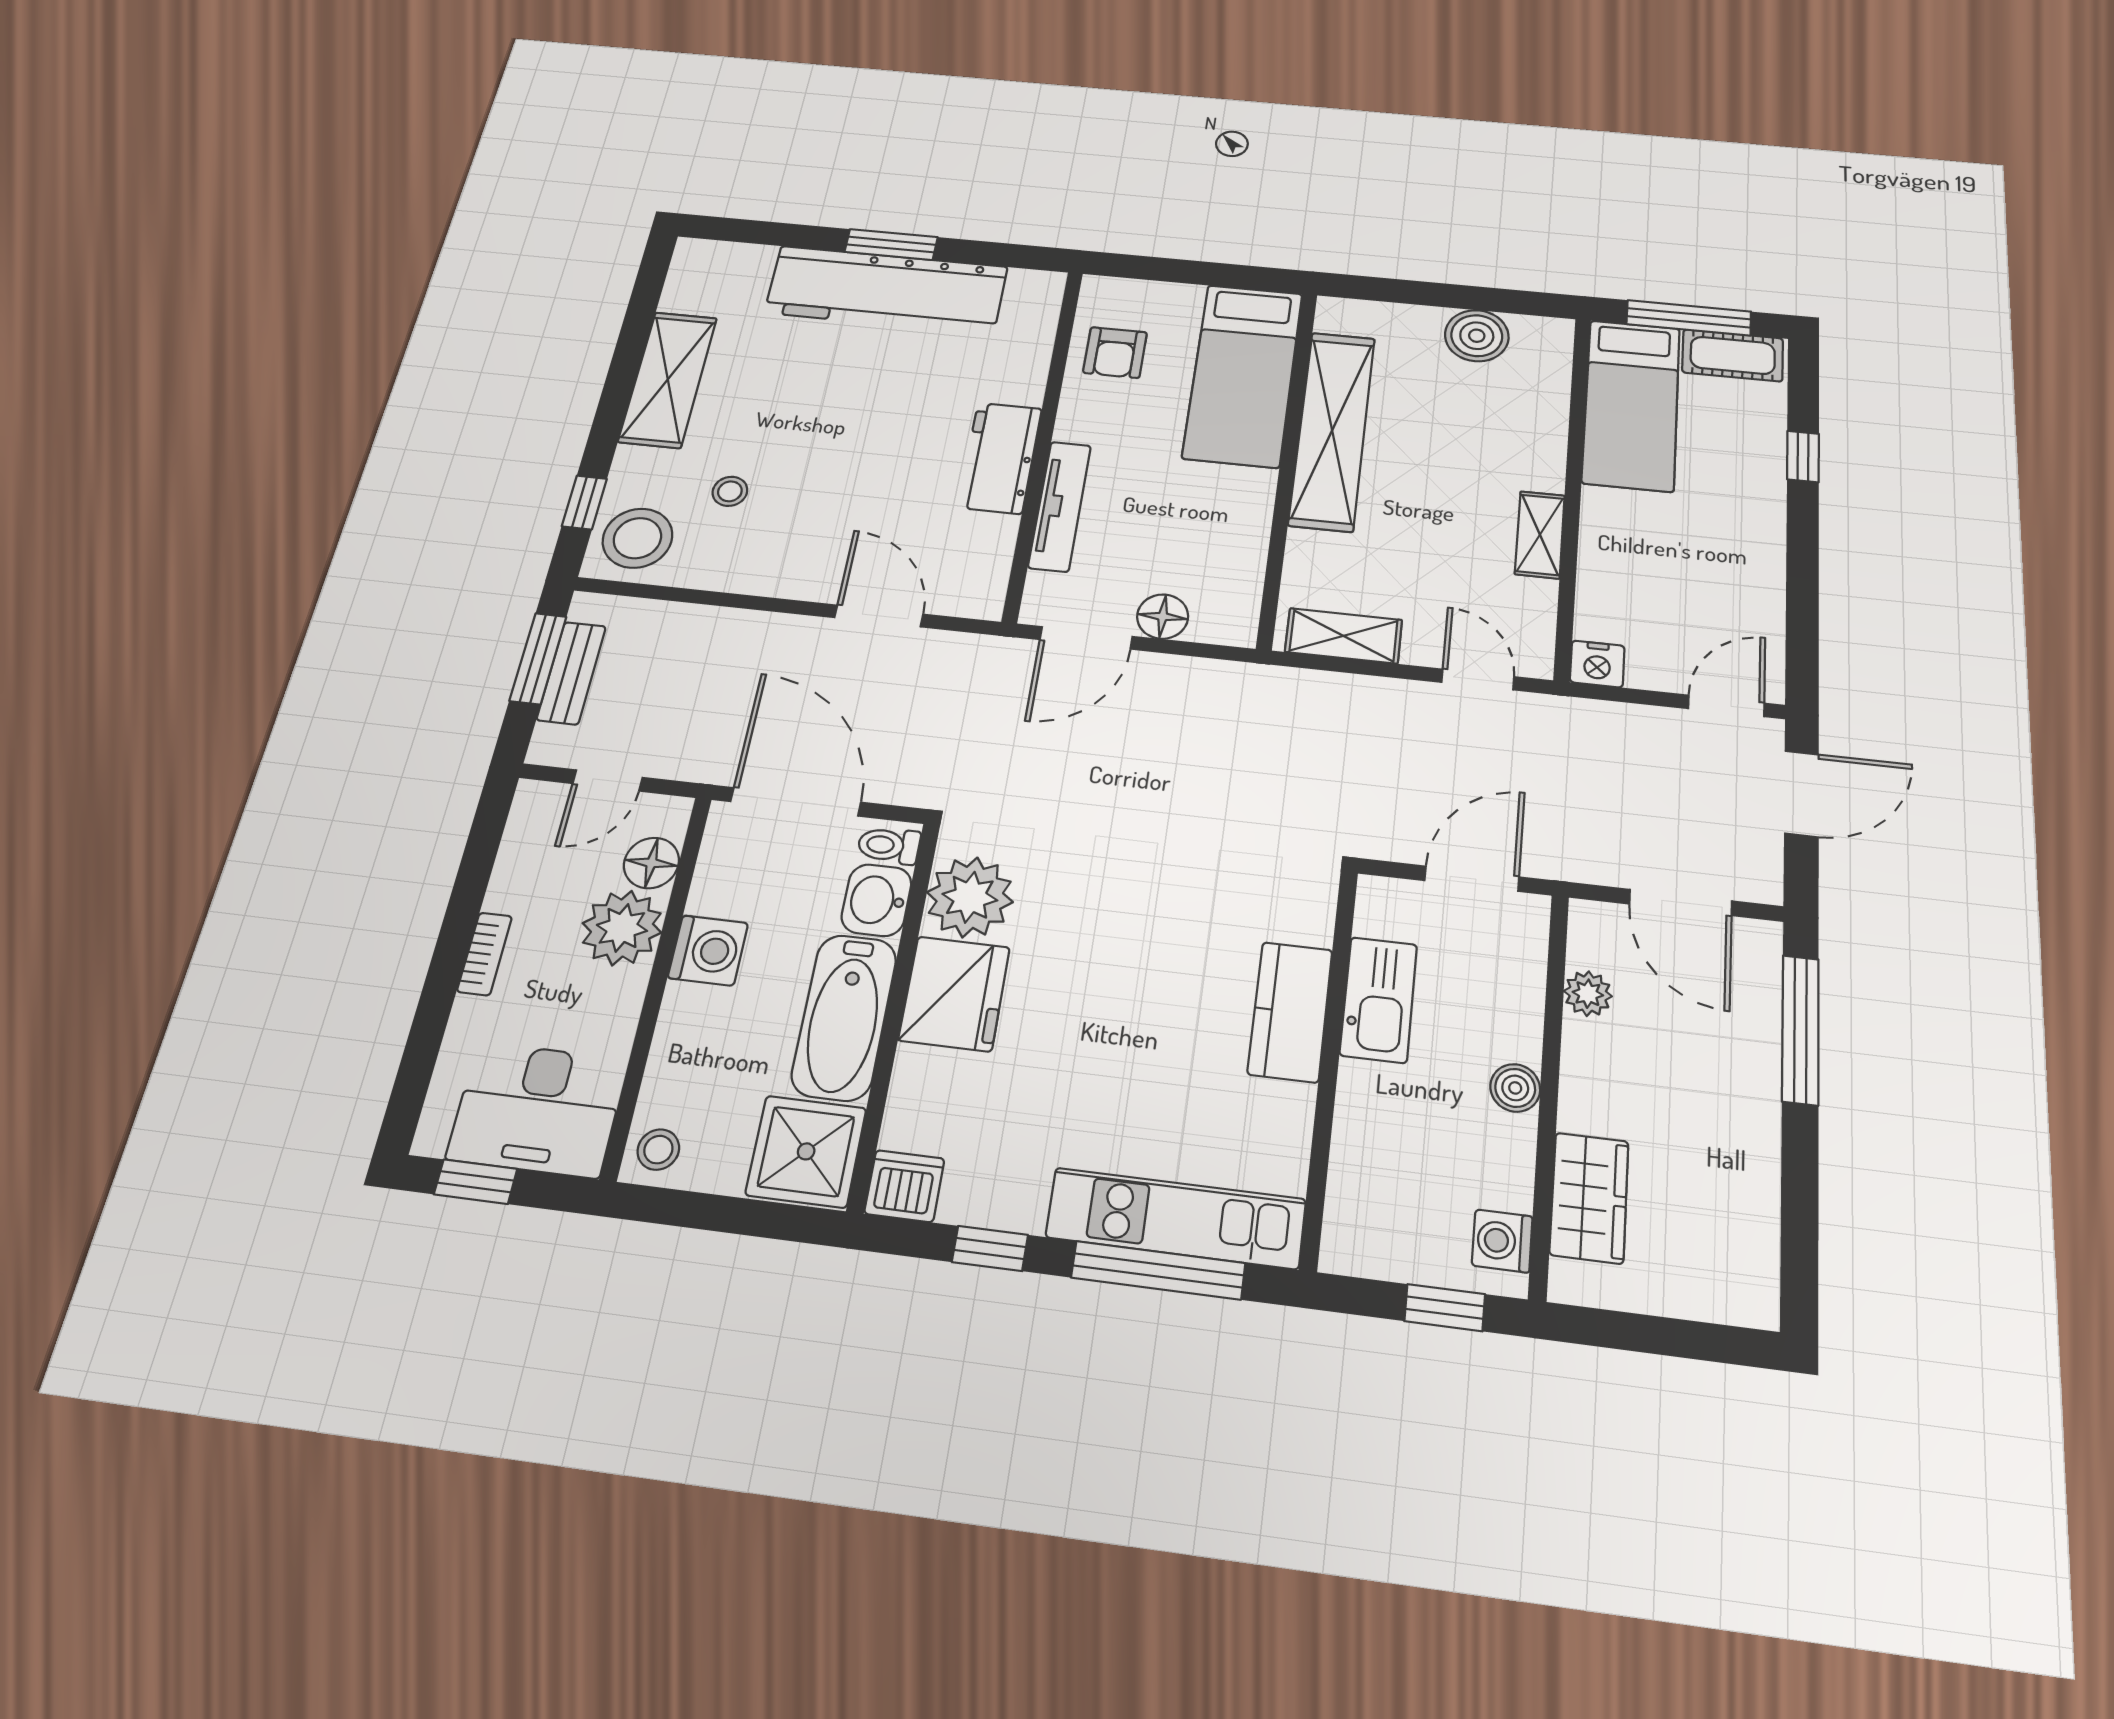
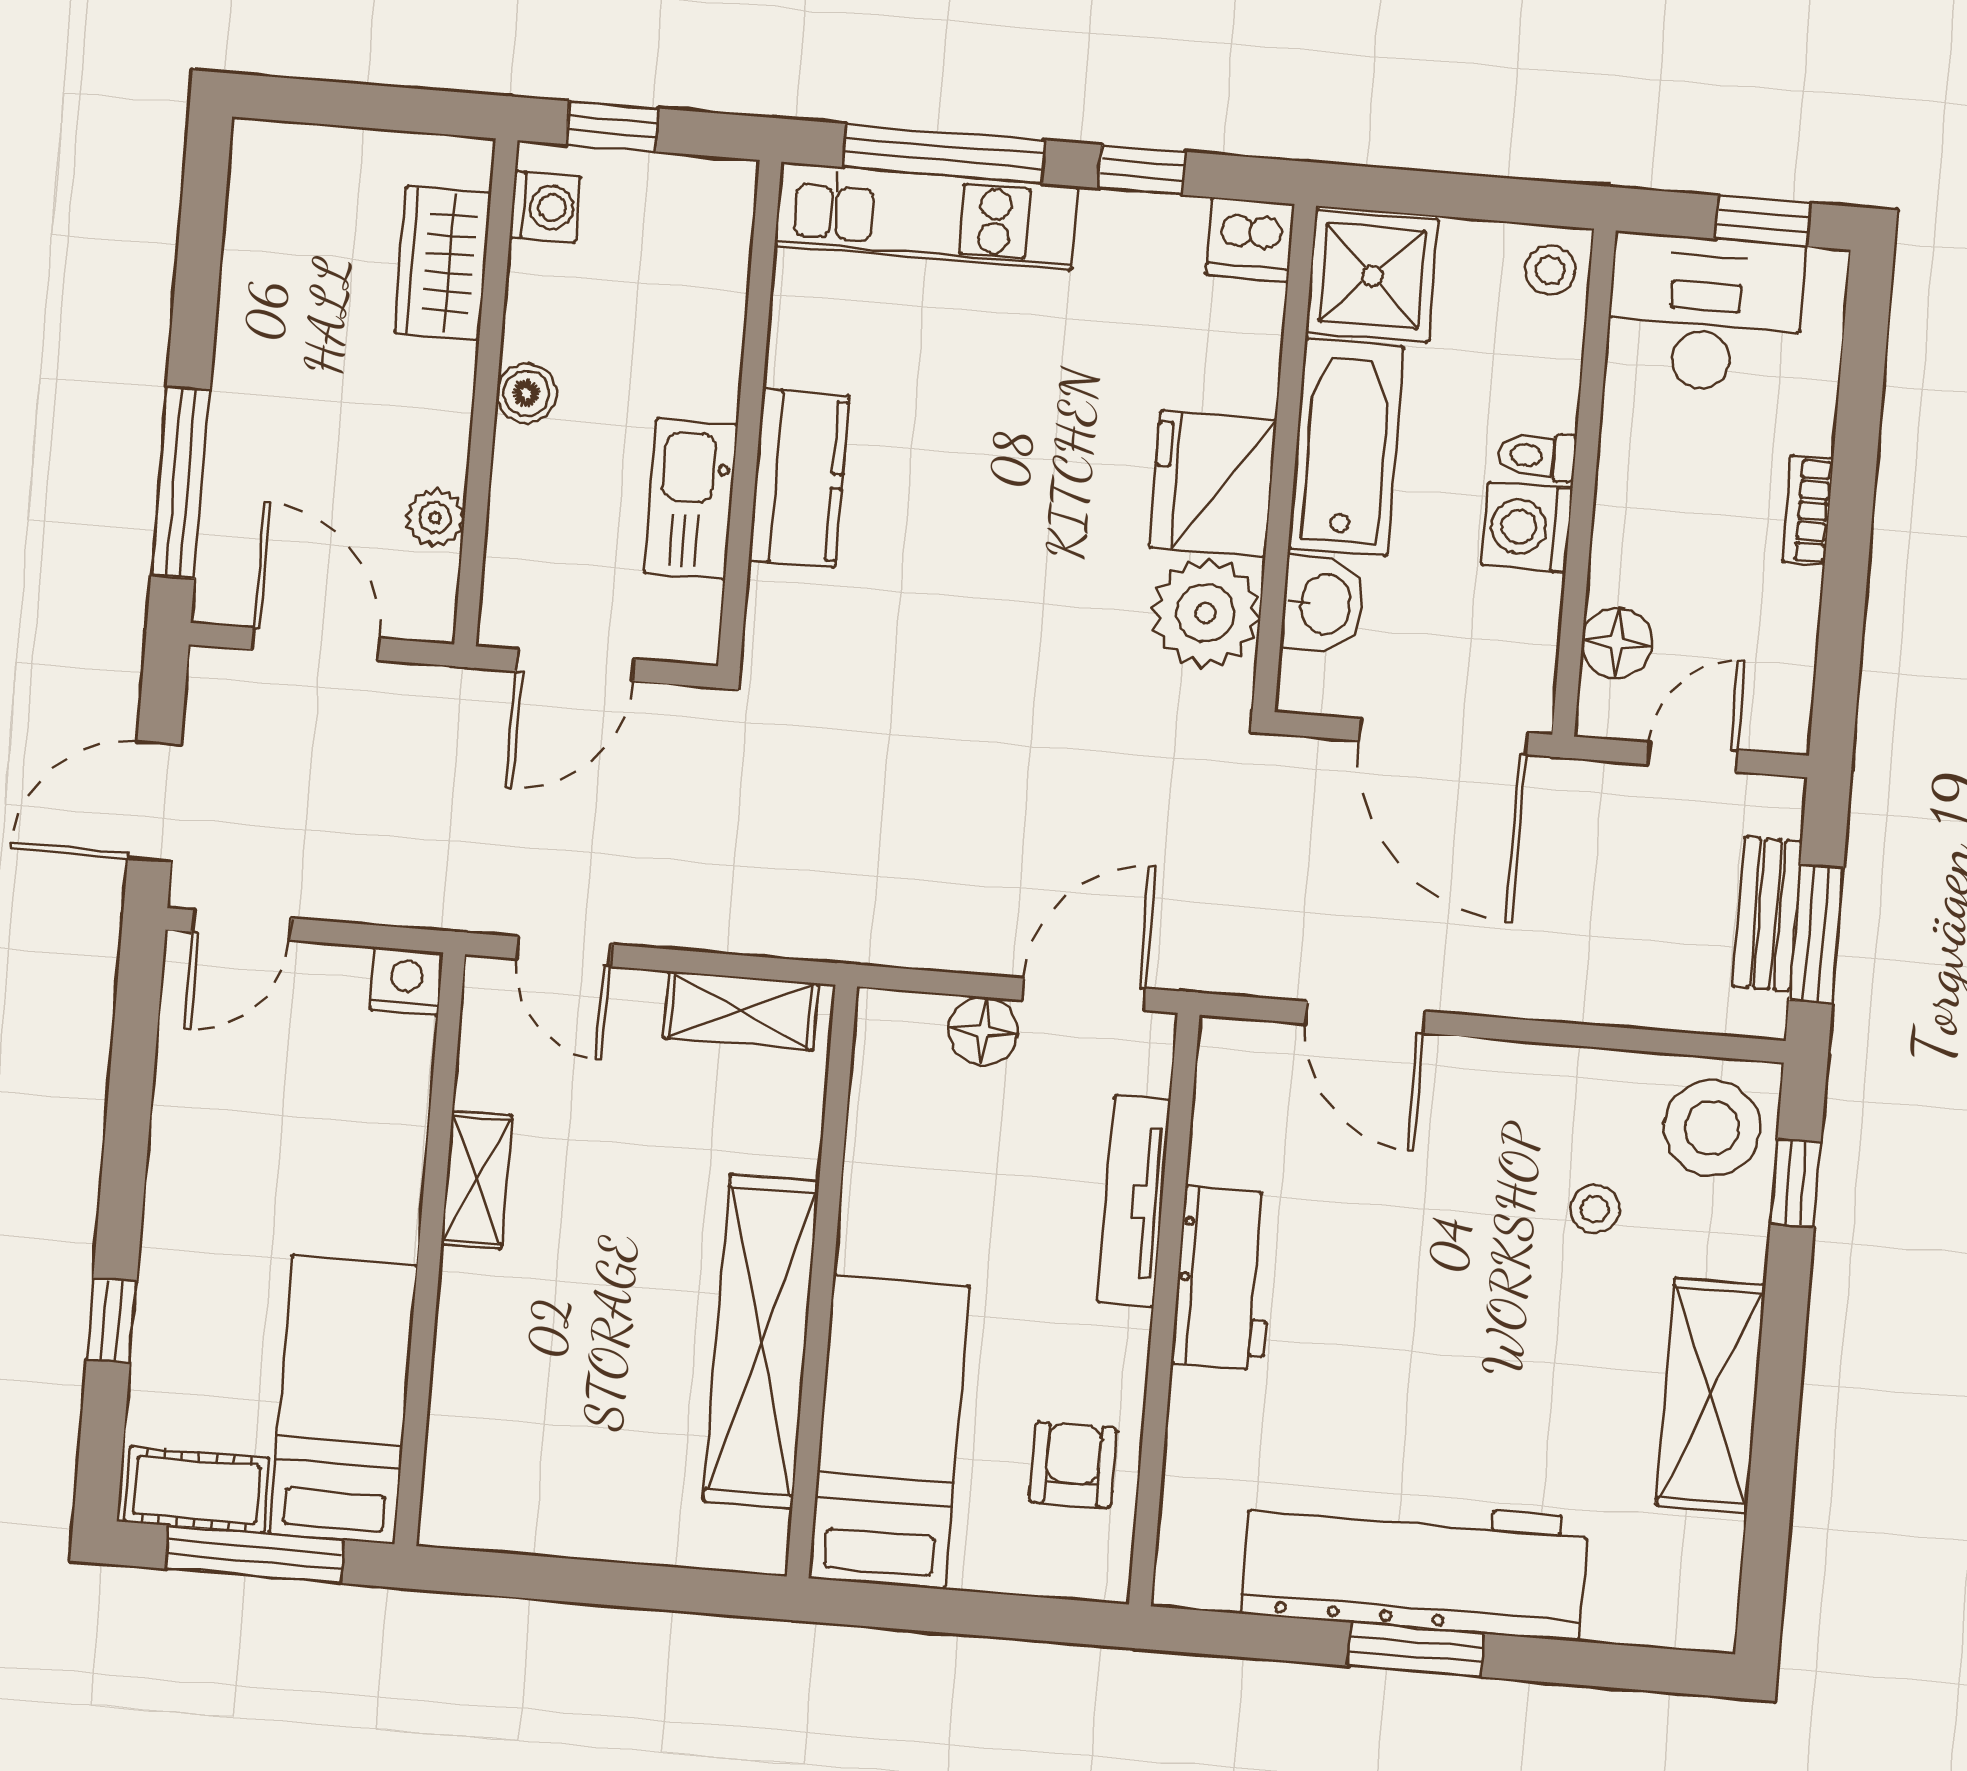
boiler: (1477, 336) -> (558, 1512), removed
toilet: (889, 845) -> (1537, 456), moved, turned 180
plant: (622, 928) -> (1640, 553), removed

